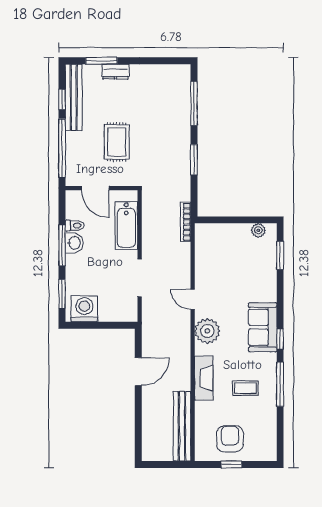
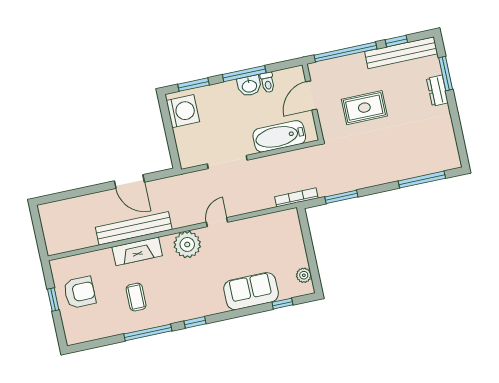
window: (194, 160) -> (341, 197), moved
window: (280, 255) -> (282, 304), width x0.67
sofa: (263, 327) -> (251, 291), moved
bench: (182, 426) -> (134, 228), moved

